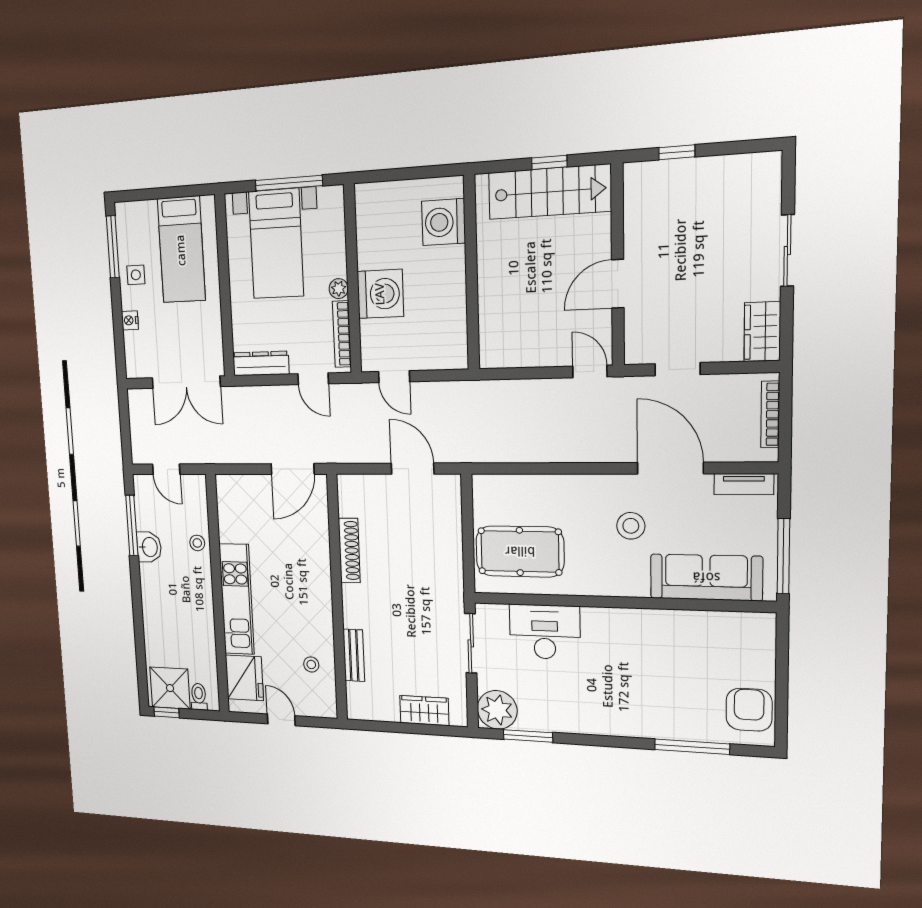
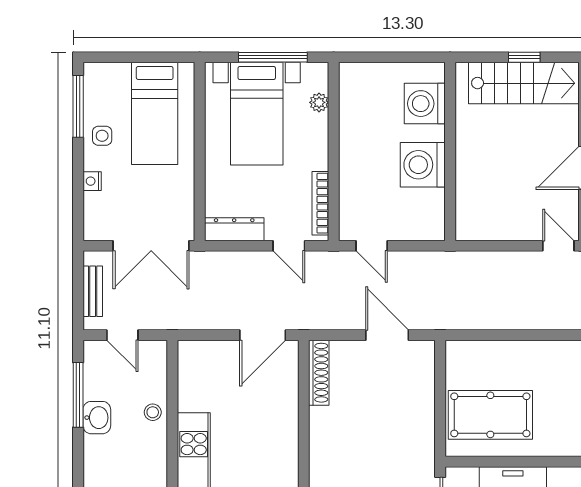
plant: (339, 289) -> (319, 102), moved
washing machine: (380, 294) -> (423, 165), moved, turned 180
bench: (138, 427) -> (93, 291), added
shoe rack: (349, 550) -> (319, 373), moved

